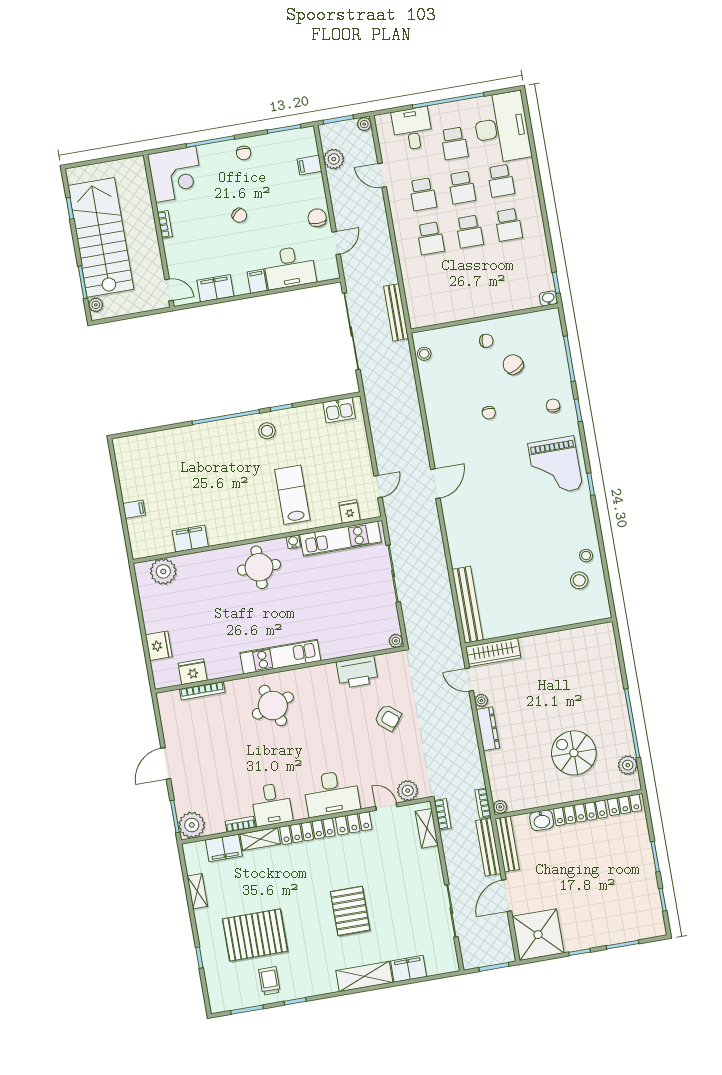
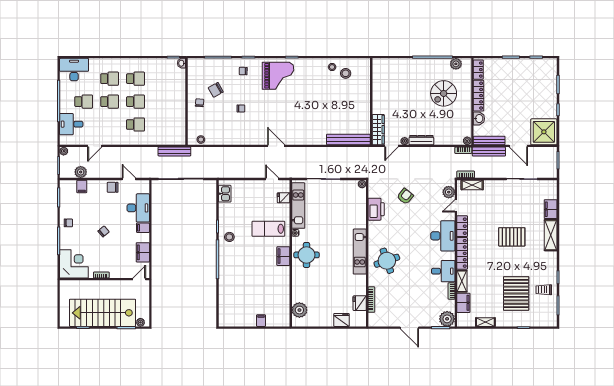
desk: (502, 128) -> (74, 70), width x0.73, depth x0.77
school desk: (423, 194) -> (110, 125), removed
filing cabinet: (190, 539) -> (283, 256), moved

